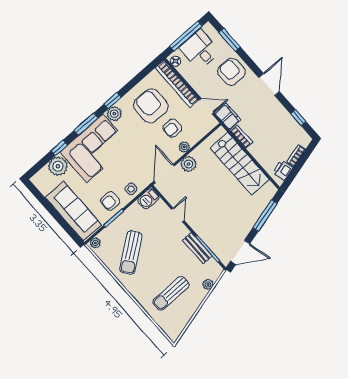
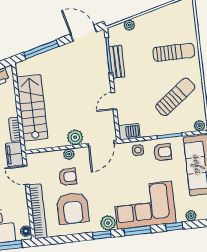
plant: (58, 166) -> (191, 216), width x0.53, depth x0.53
sun lounger: (171, 293) -> (174, 52), moved

